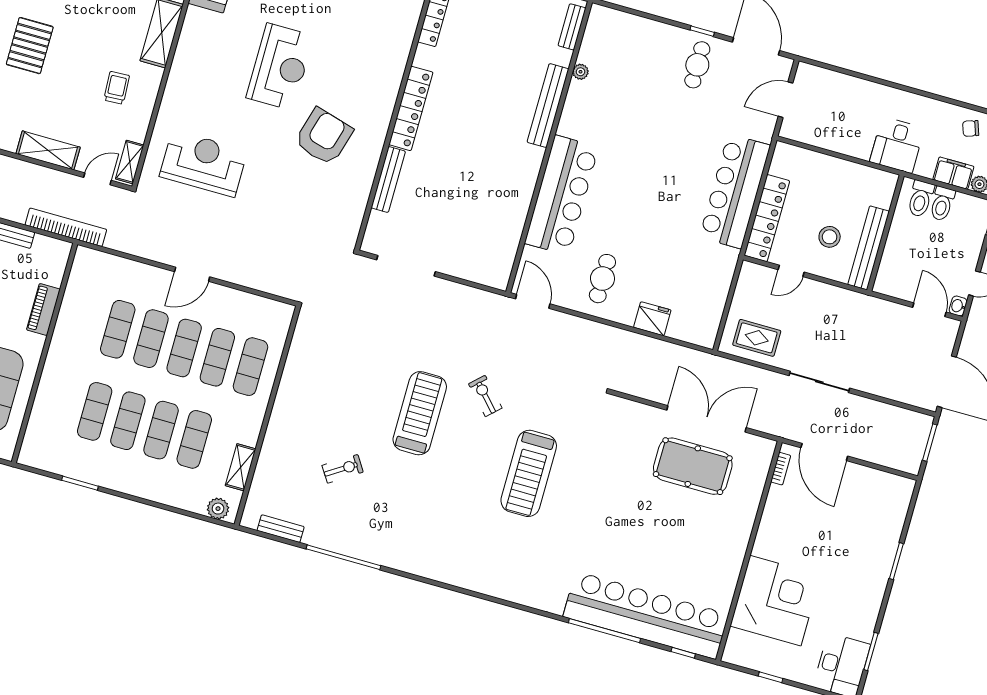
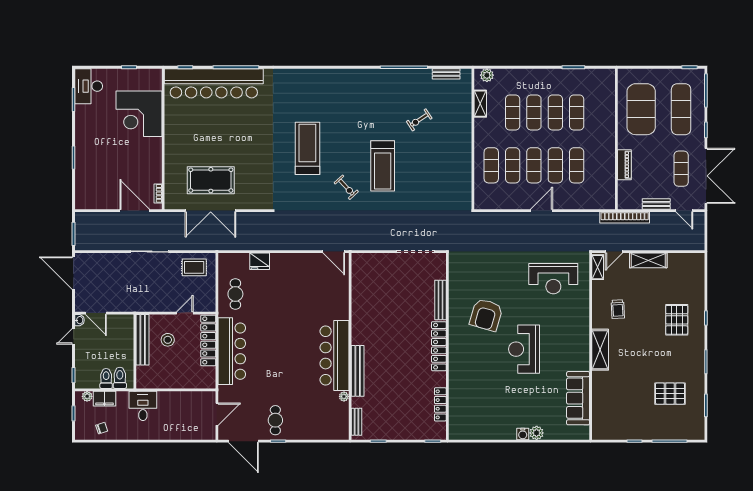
bar counter: (562, 195) -> (334, 356), moved
cafe table: (602, 279) -> (235, 294), moved

